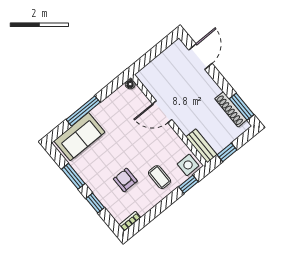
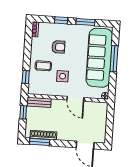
door: (162, 112) -> (75, 99), swing flipped
sofa: (79, 137) -> (99, 58), width x1.85, depth x1.27
side table: (188, 165) -> (63, 76), moved

